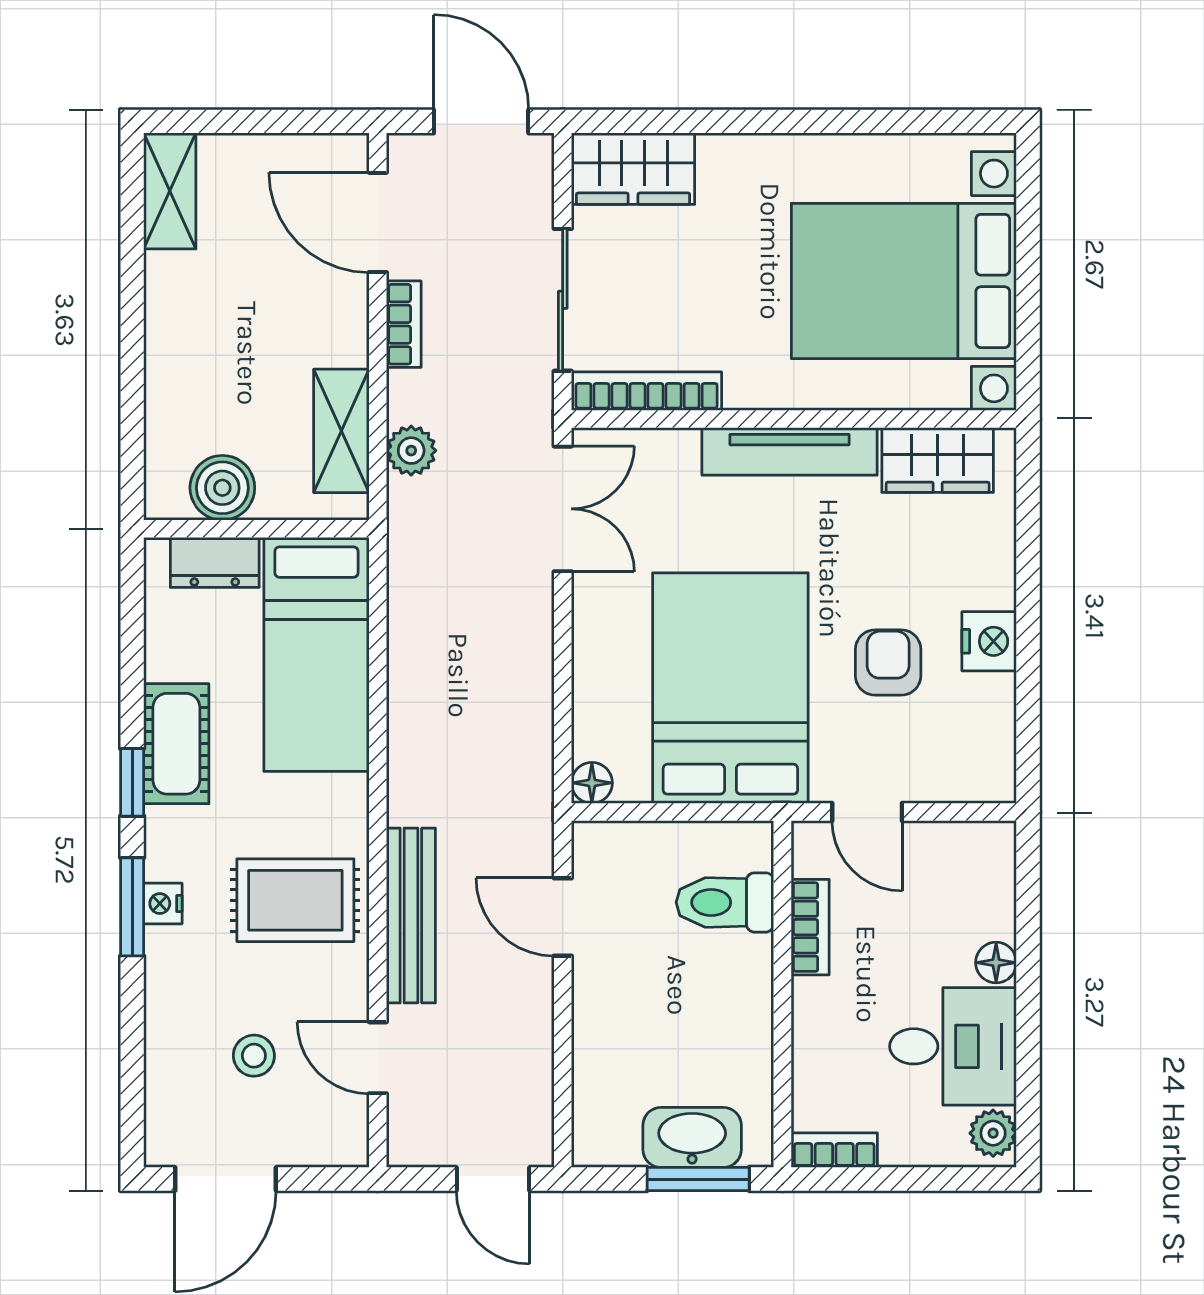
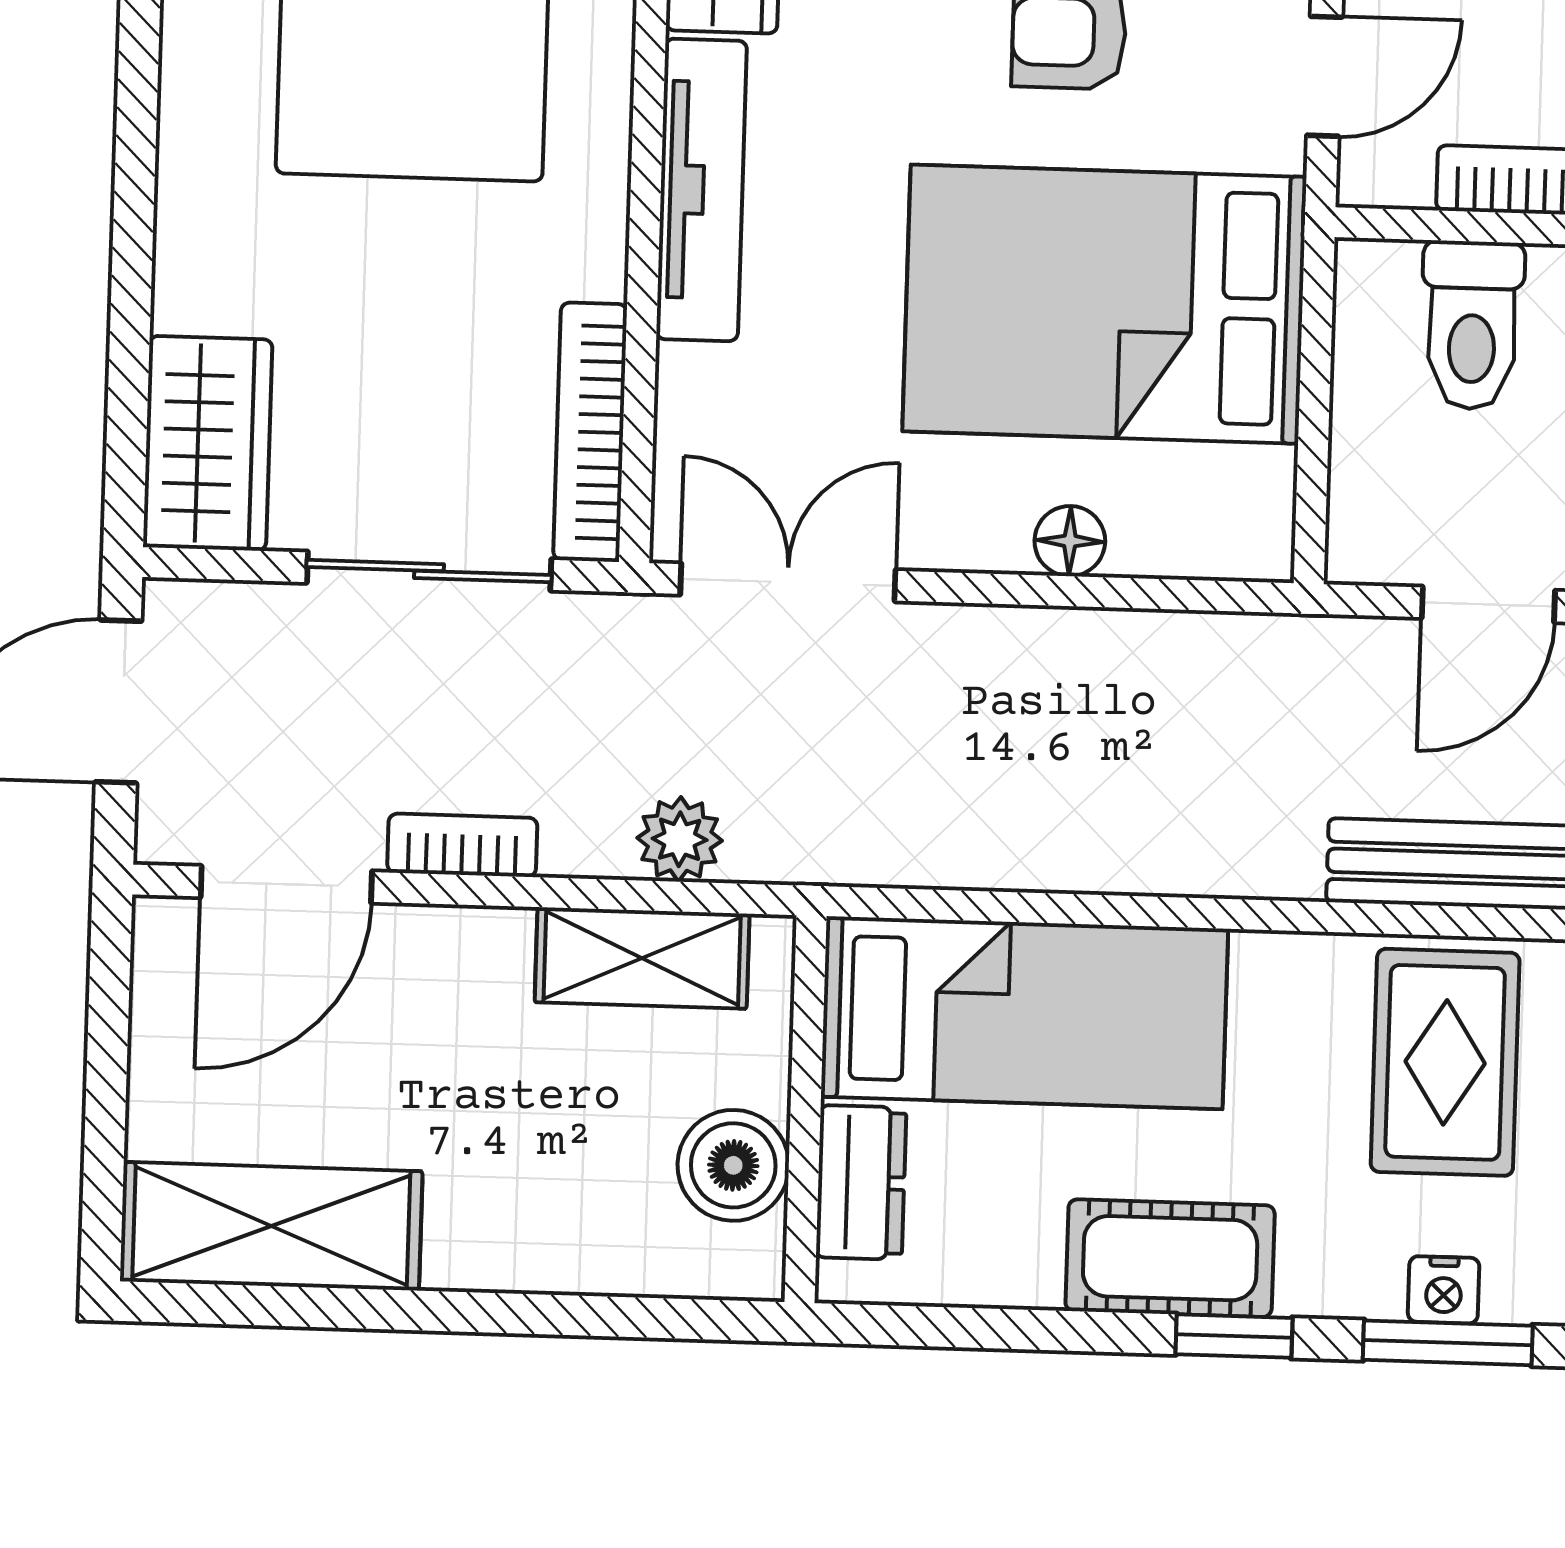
shelving: (170, 191) -> (271, 1226), width x1.50, depth x1.33
floor lamp: (592, 783) -> (1070, 541), moved

